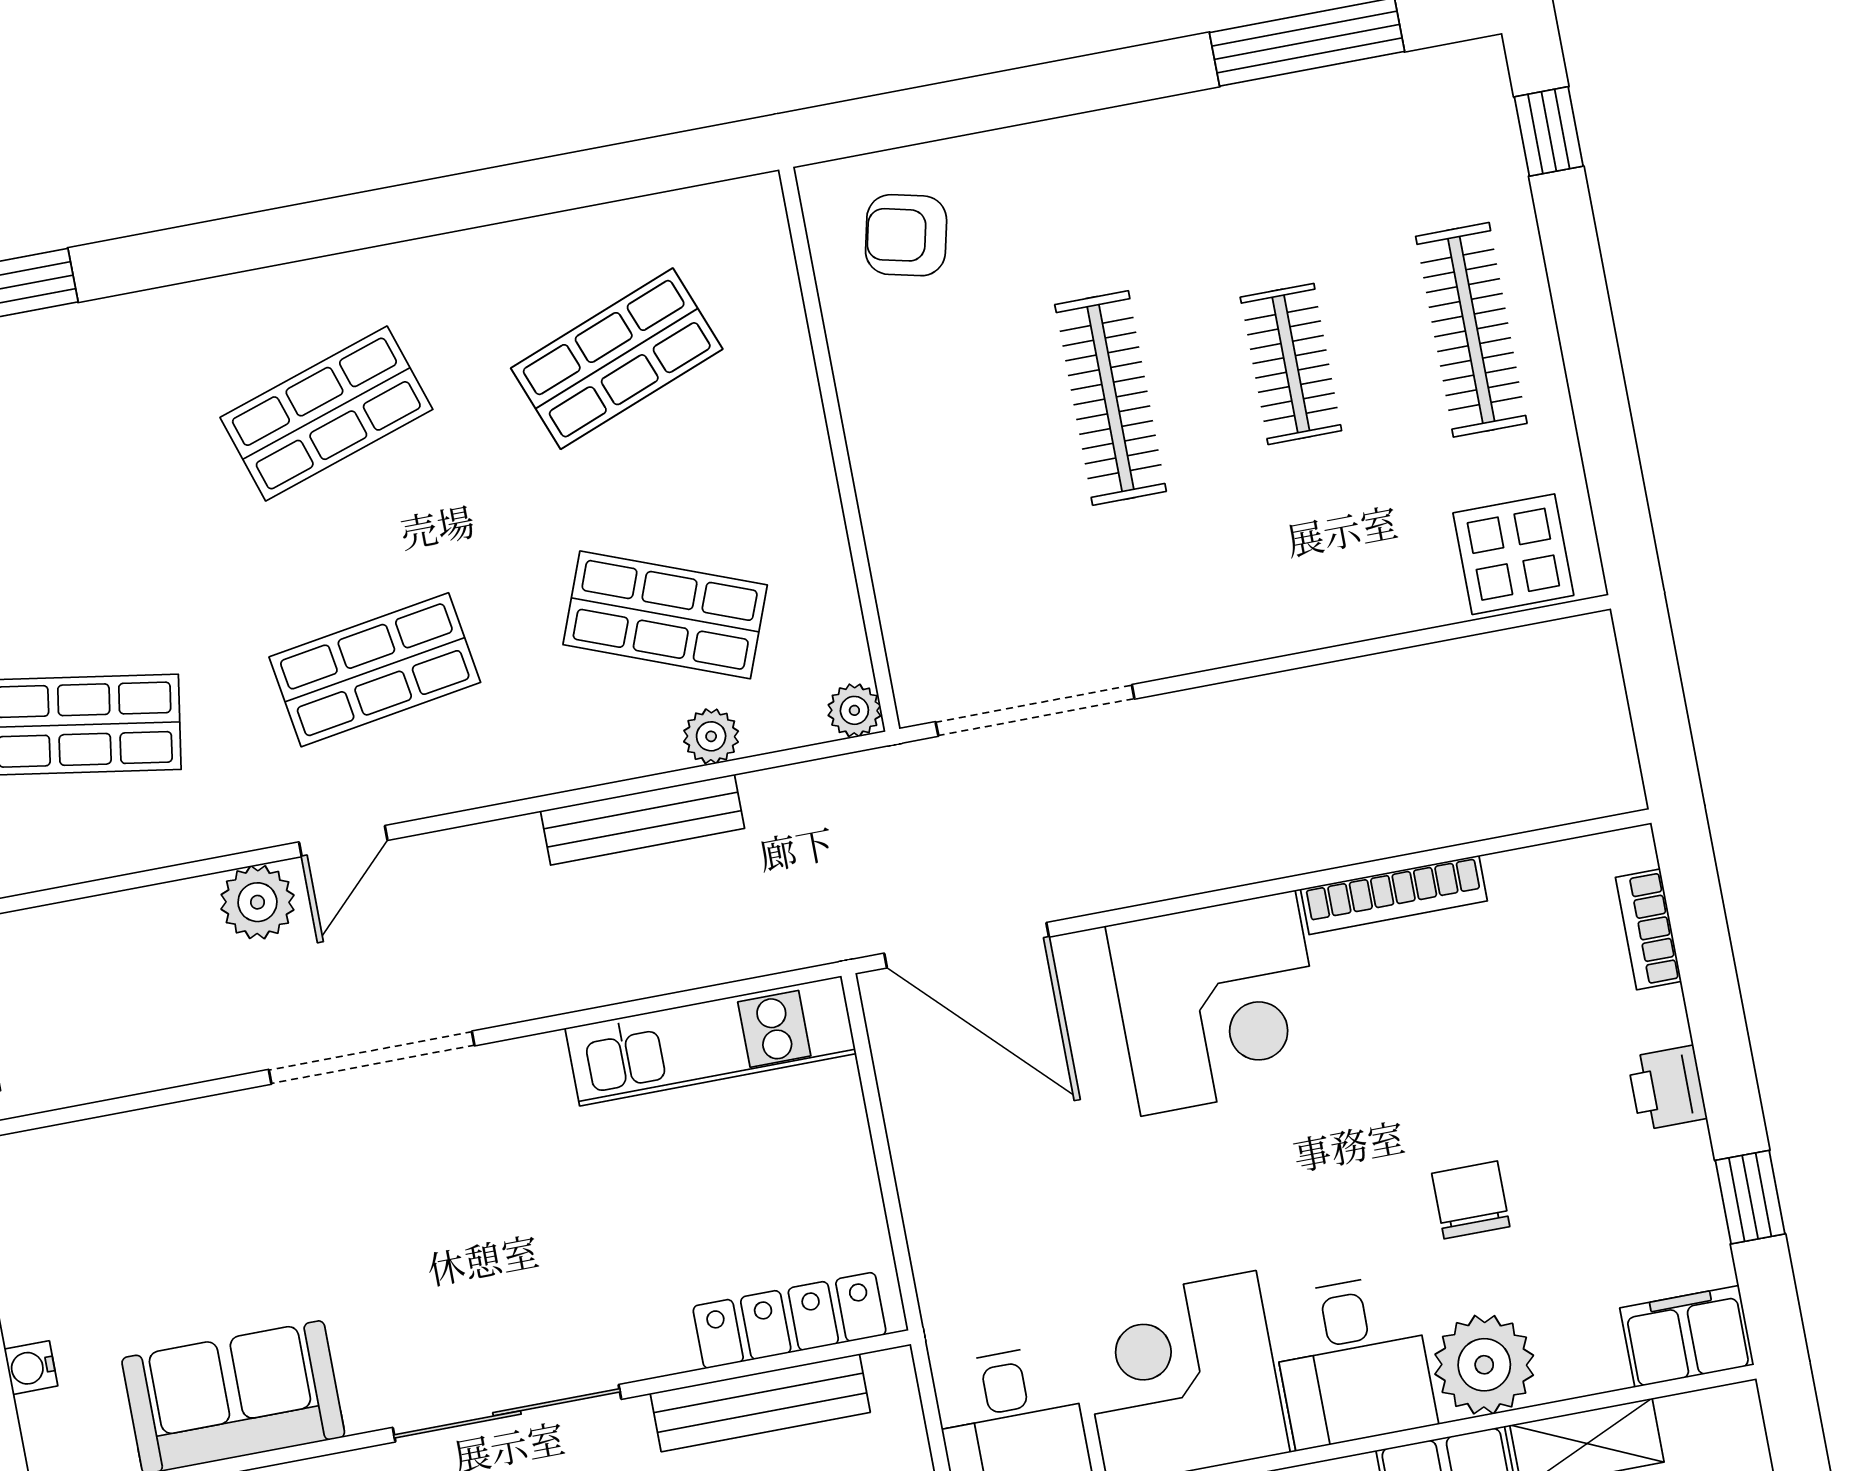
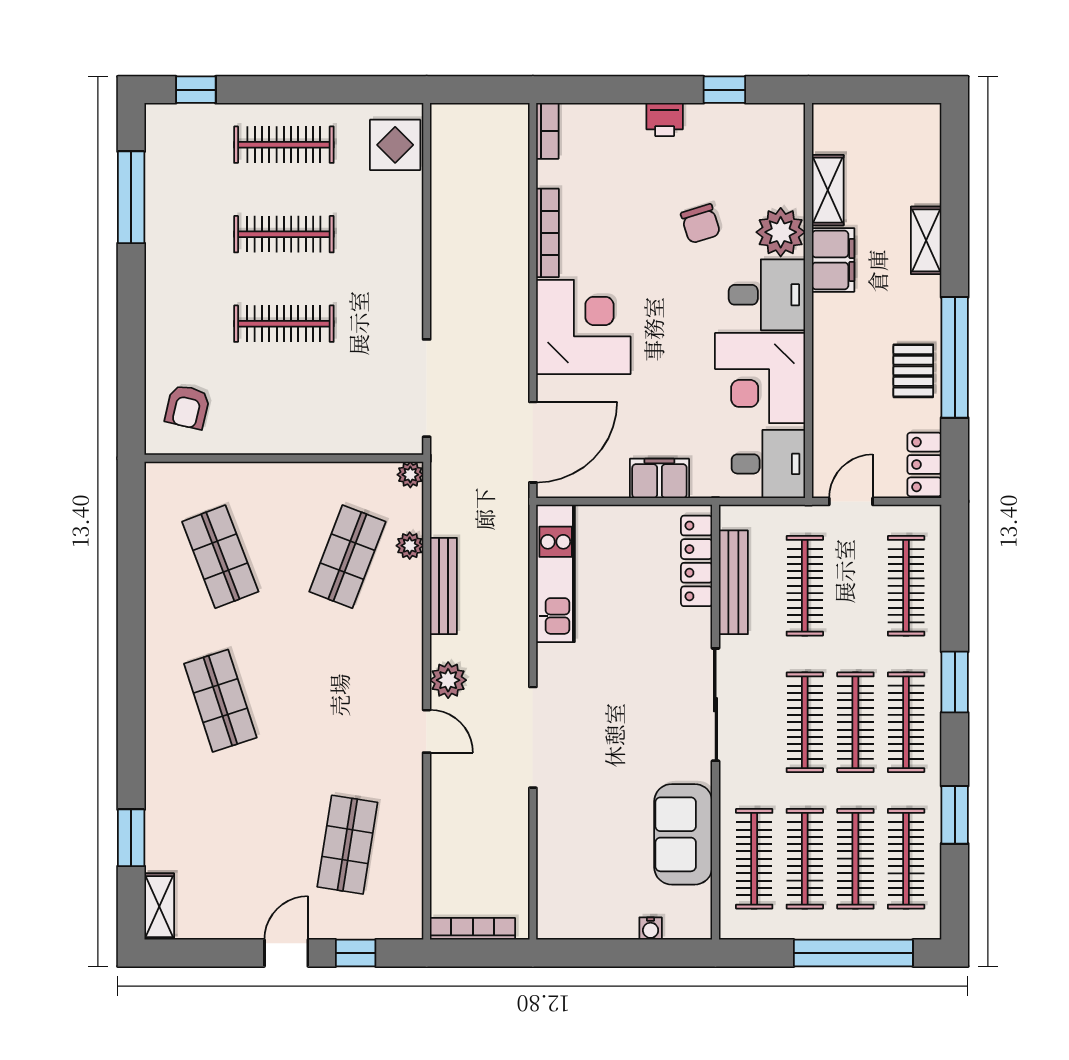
clothes rail: (1291, 364) -> (284, 234), width x1.36
shop shelf: (375, 670) -> (347, 701), removed
plant: (257, 902) -> (448, 680), moved
bookcase: (1648, 929) -> (547, 131), moved, turned -90
chair: (1471, 1200) -> (701, 224), turned -107
filing cabinet: (1687, 1336) -> (659, 478), moved, turned 90

